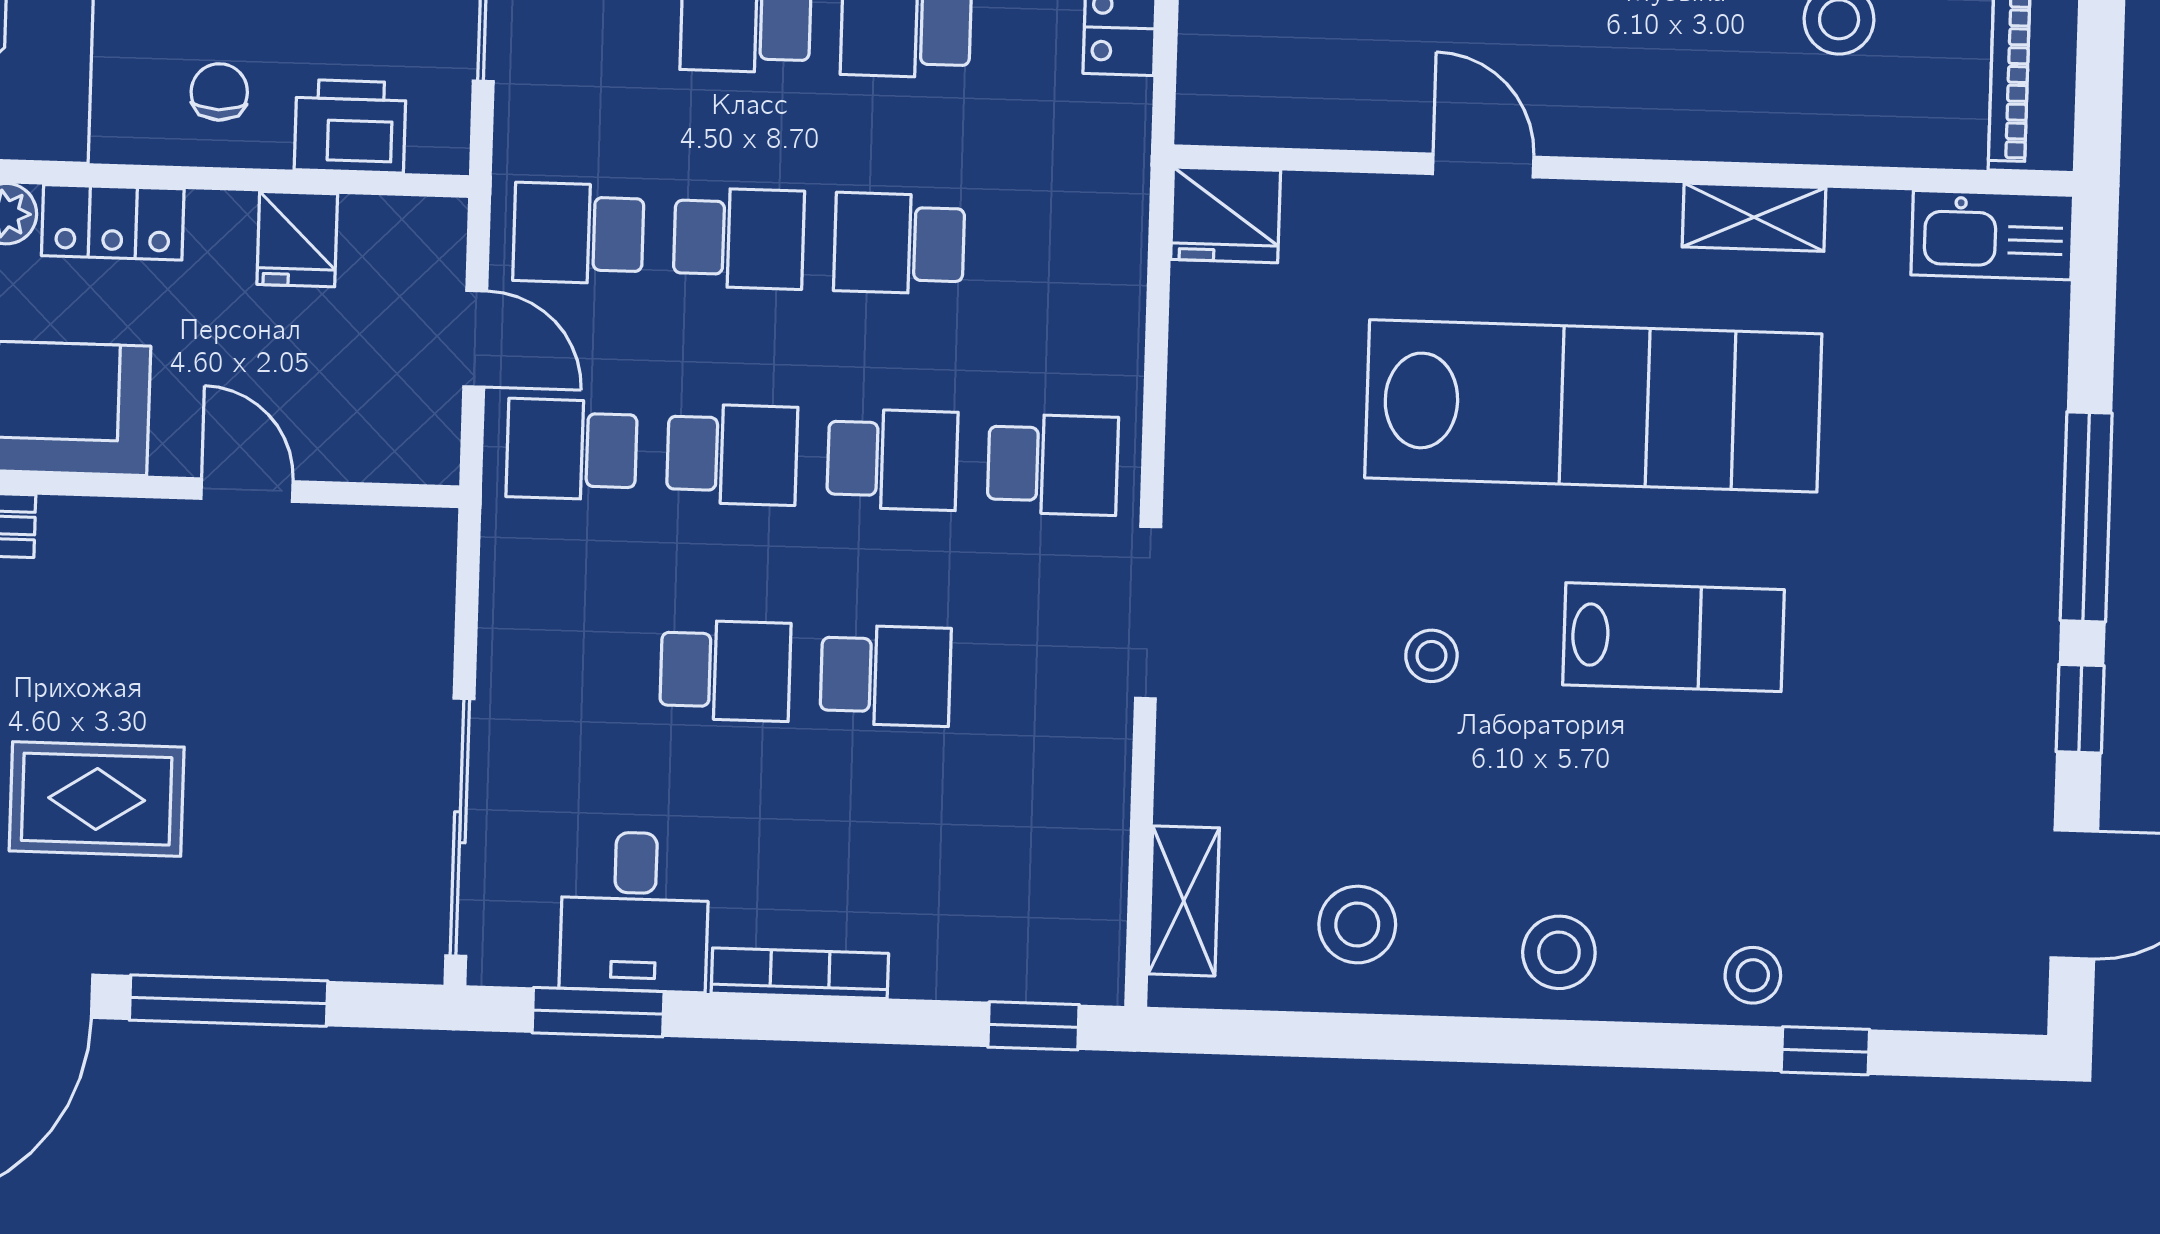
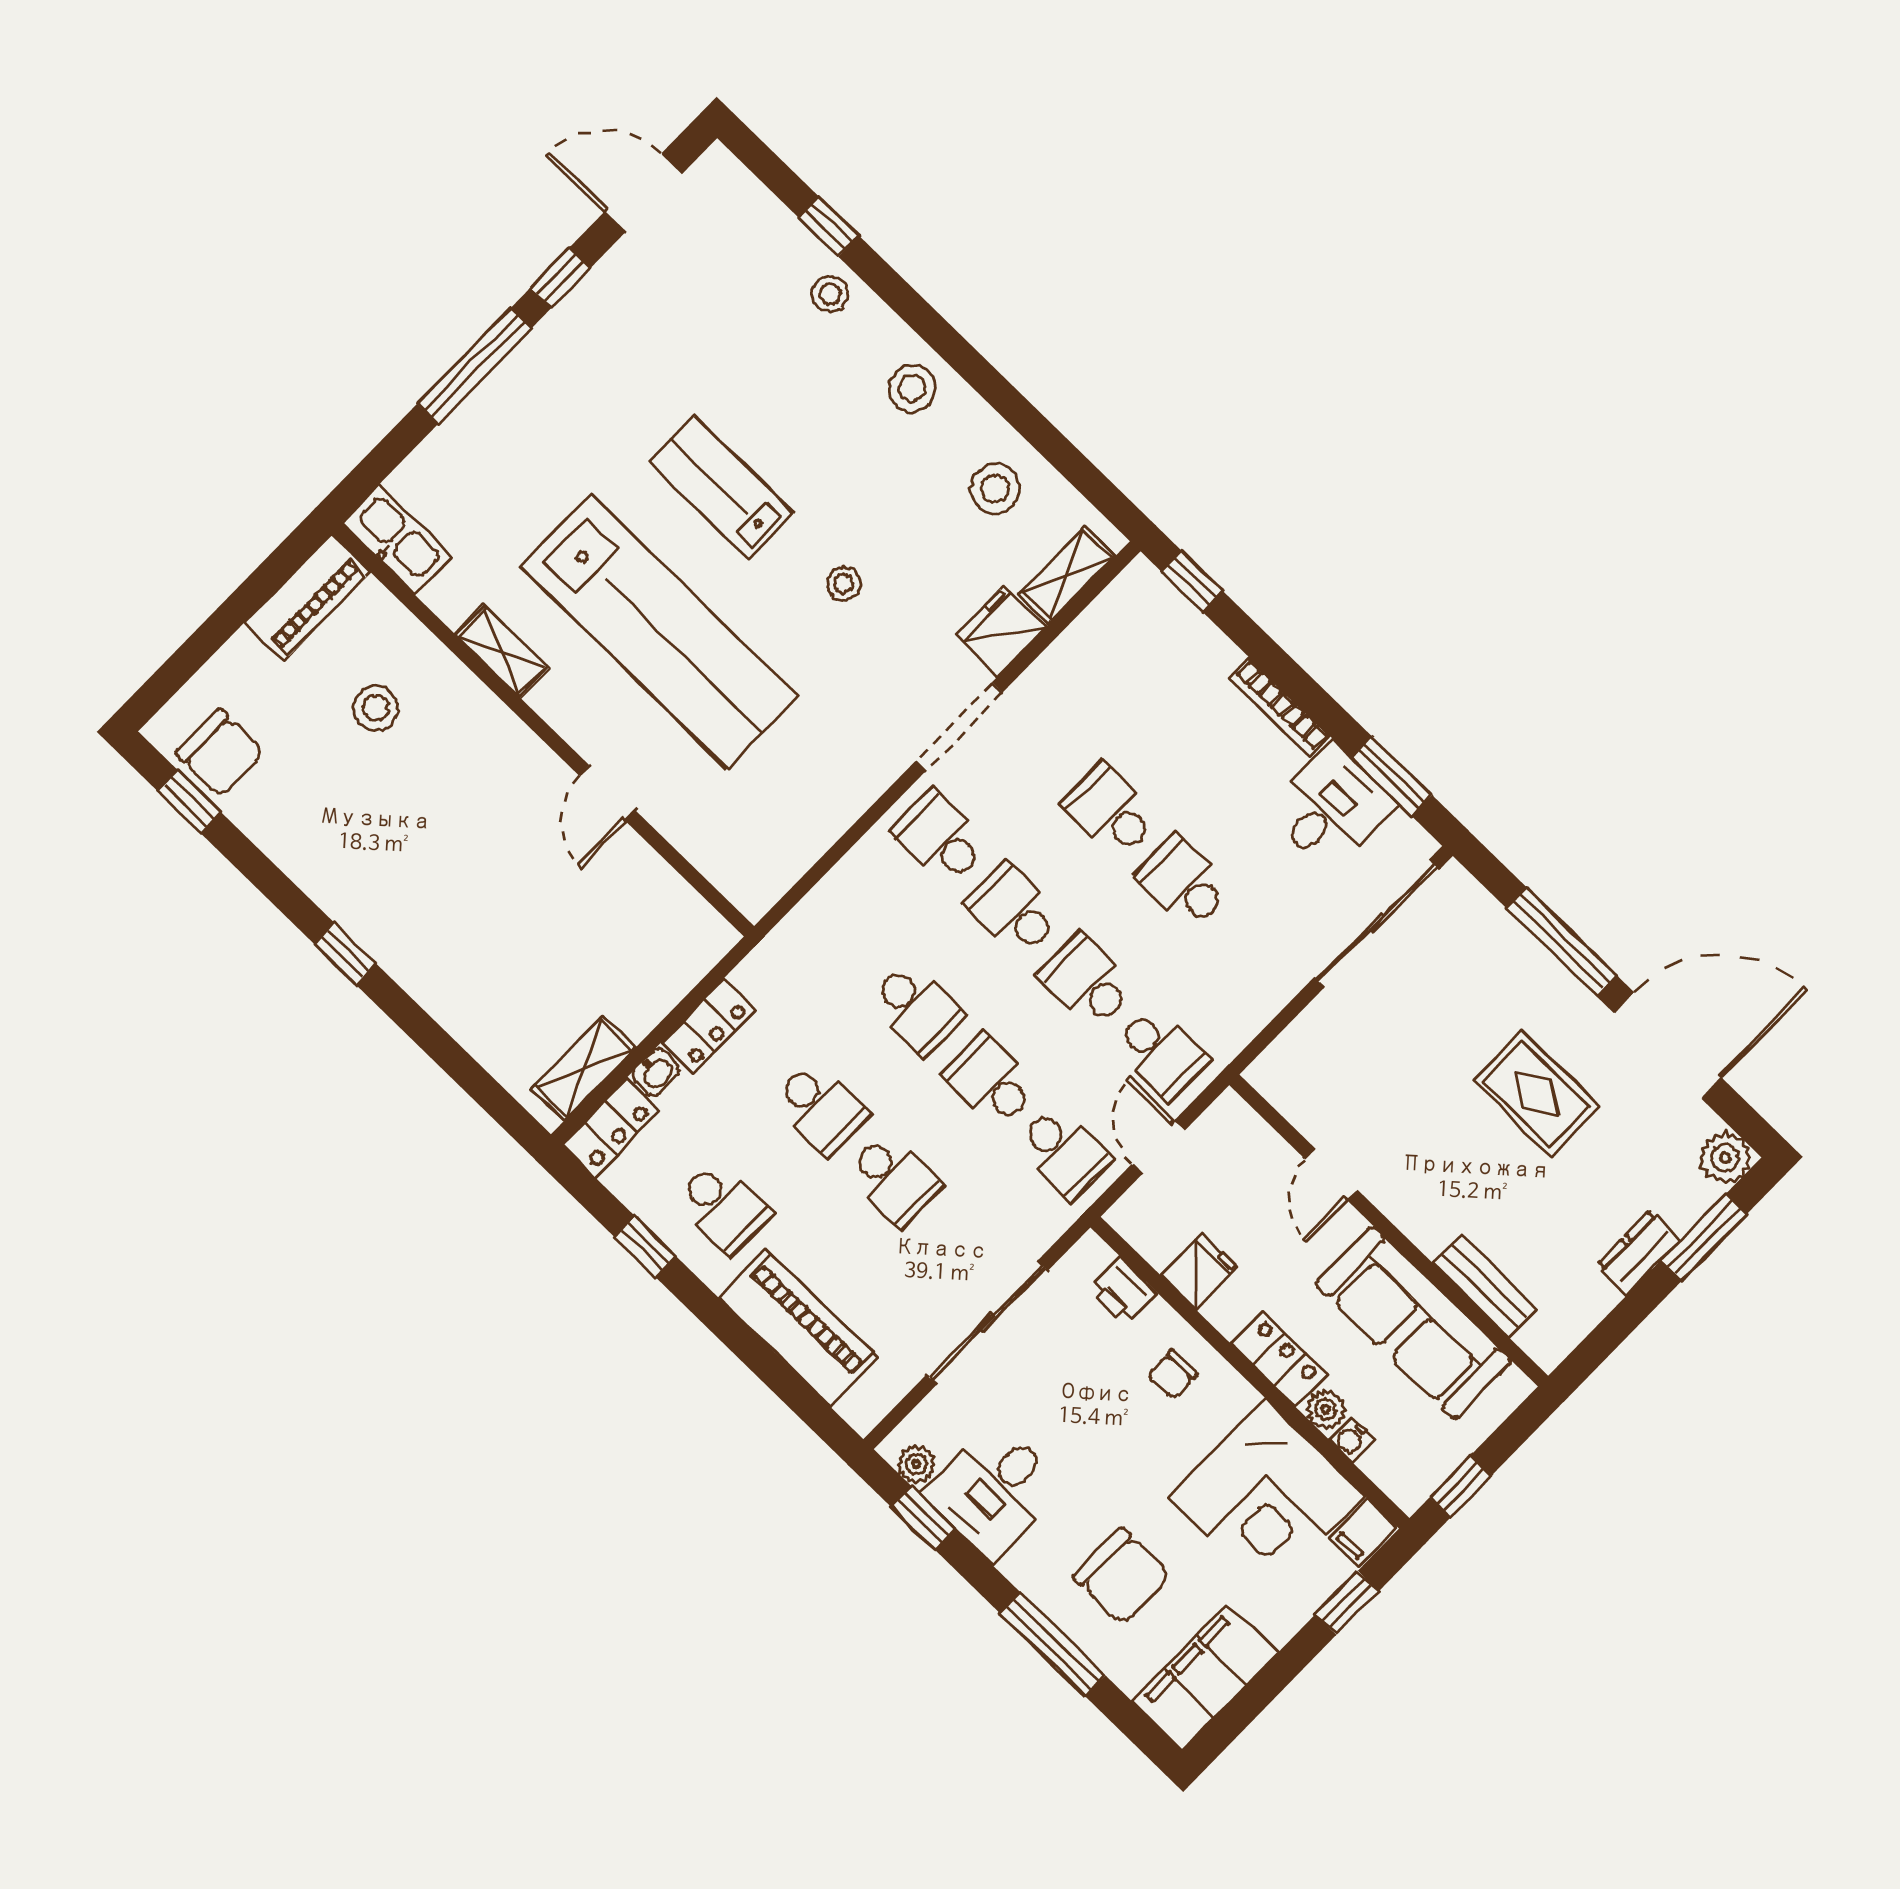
printer: (350, 126) -> (1123, 1291), width x0.73, depth x0.81
fridge: (1226, 215) -> (1001, 631), moved, turned -90
lab bench: (1593, 406) -> (659, 632), turned 180

